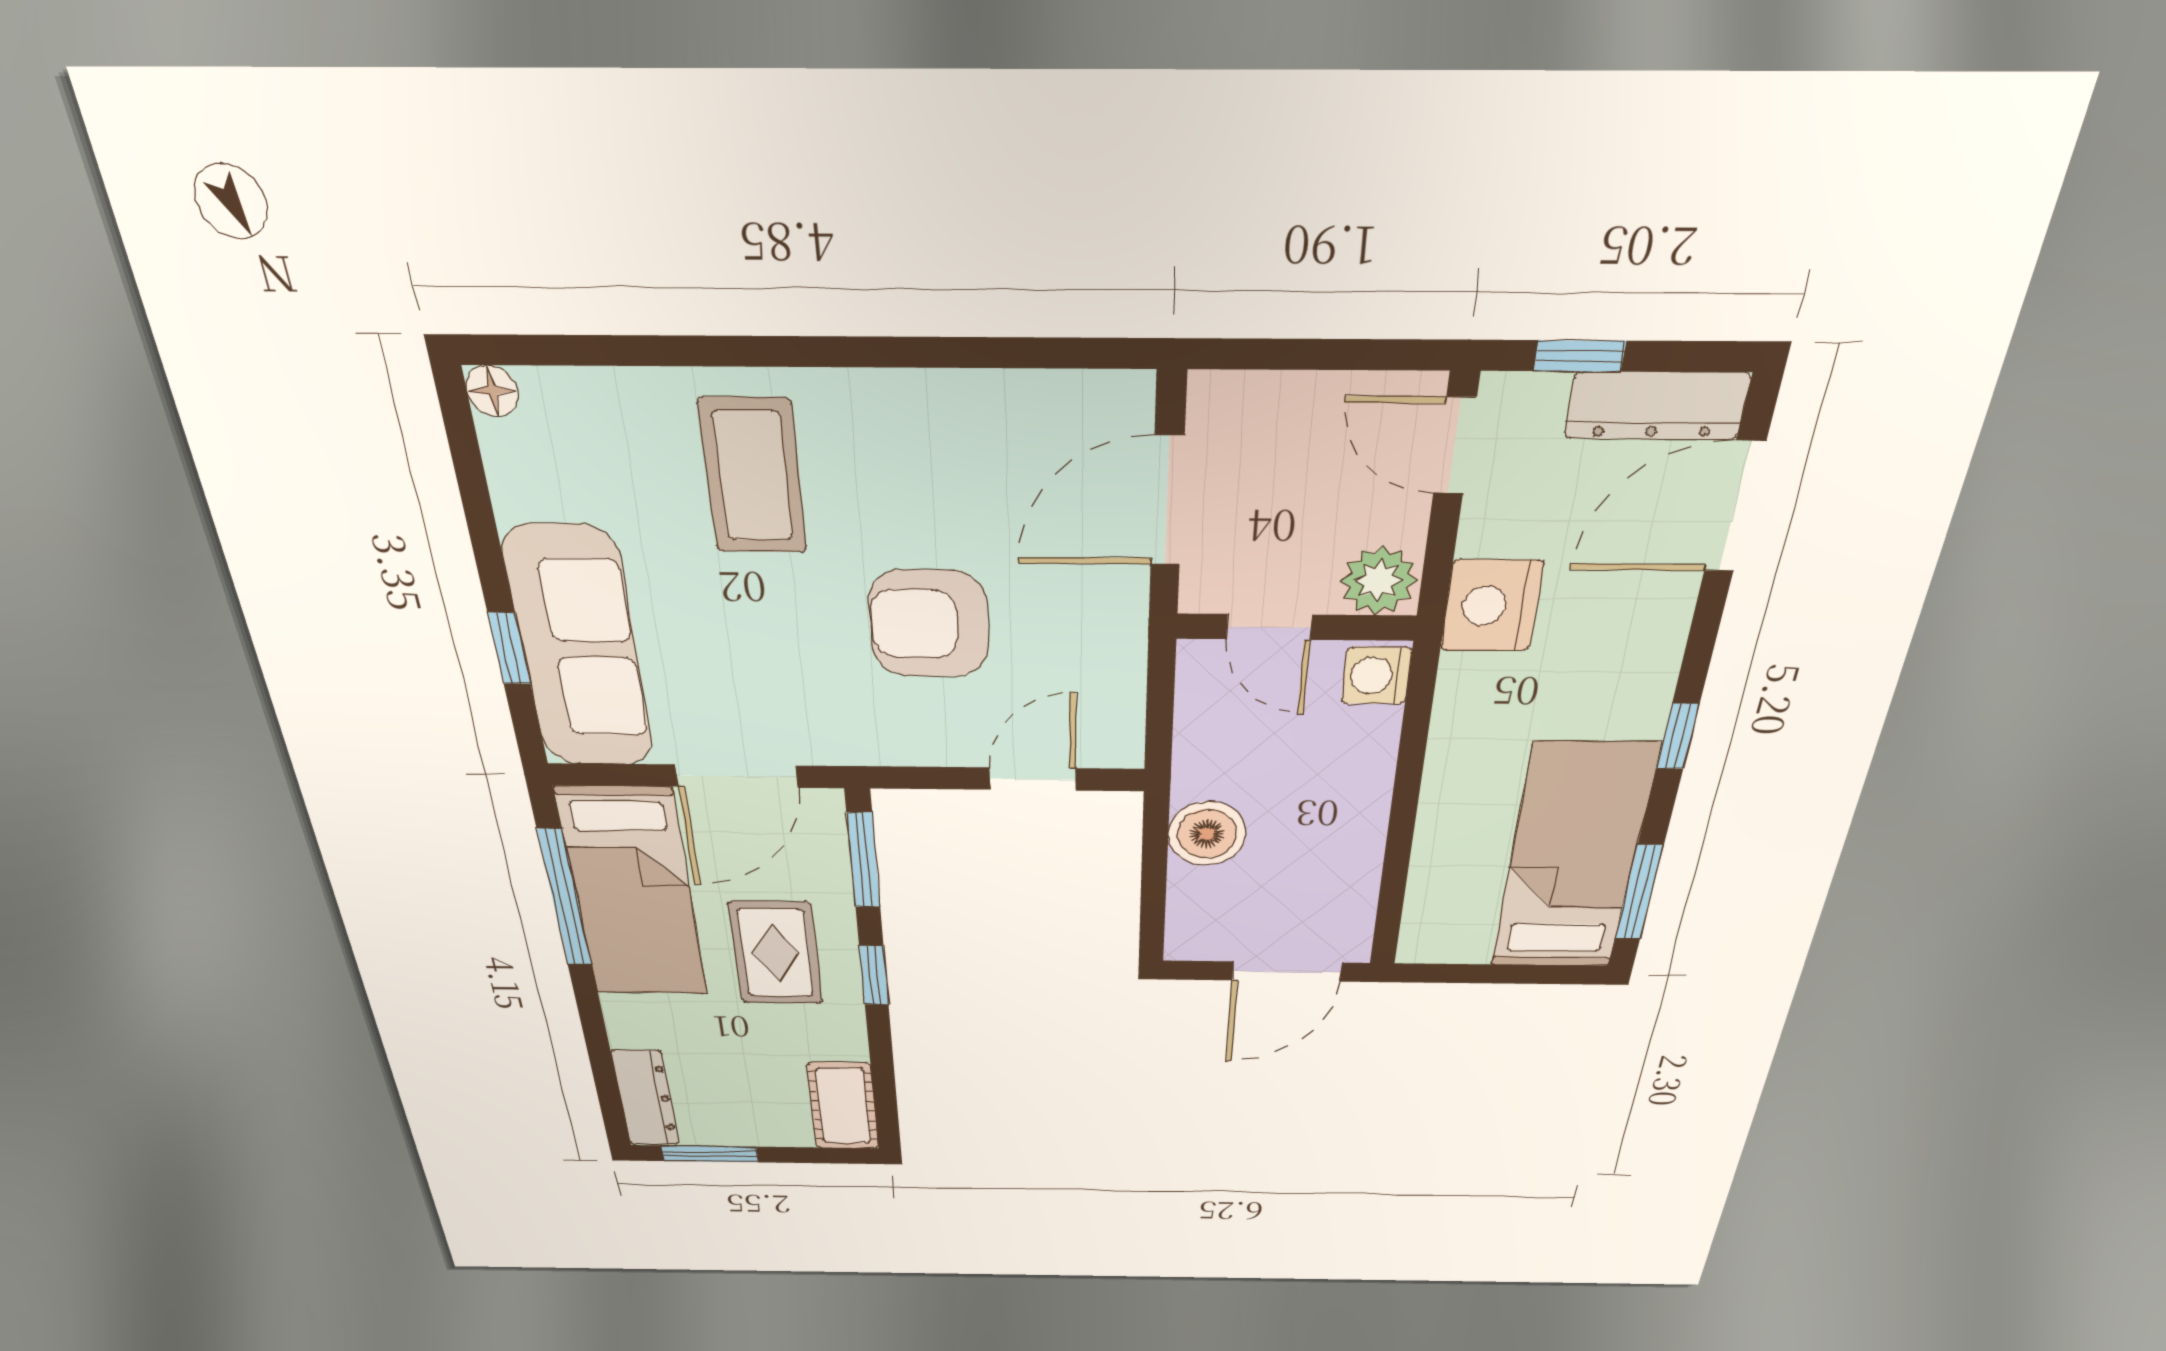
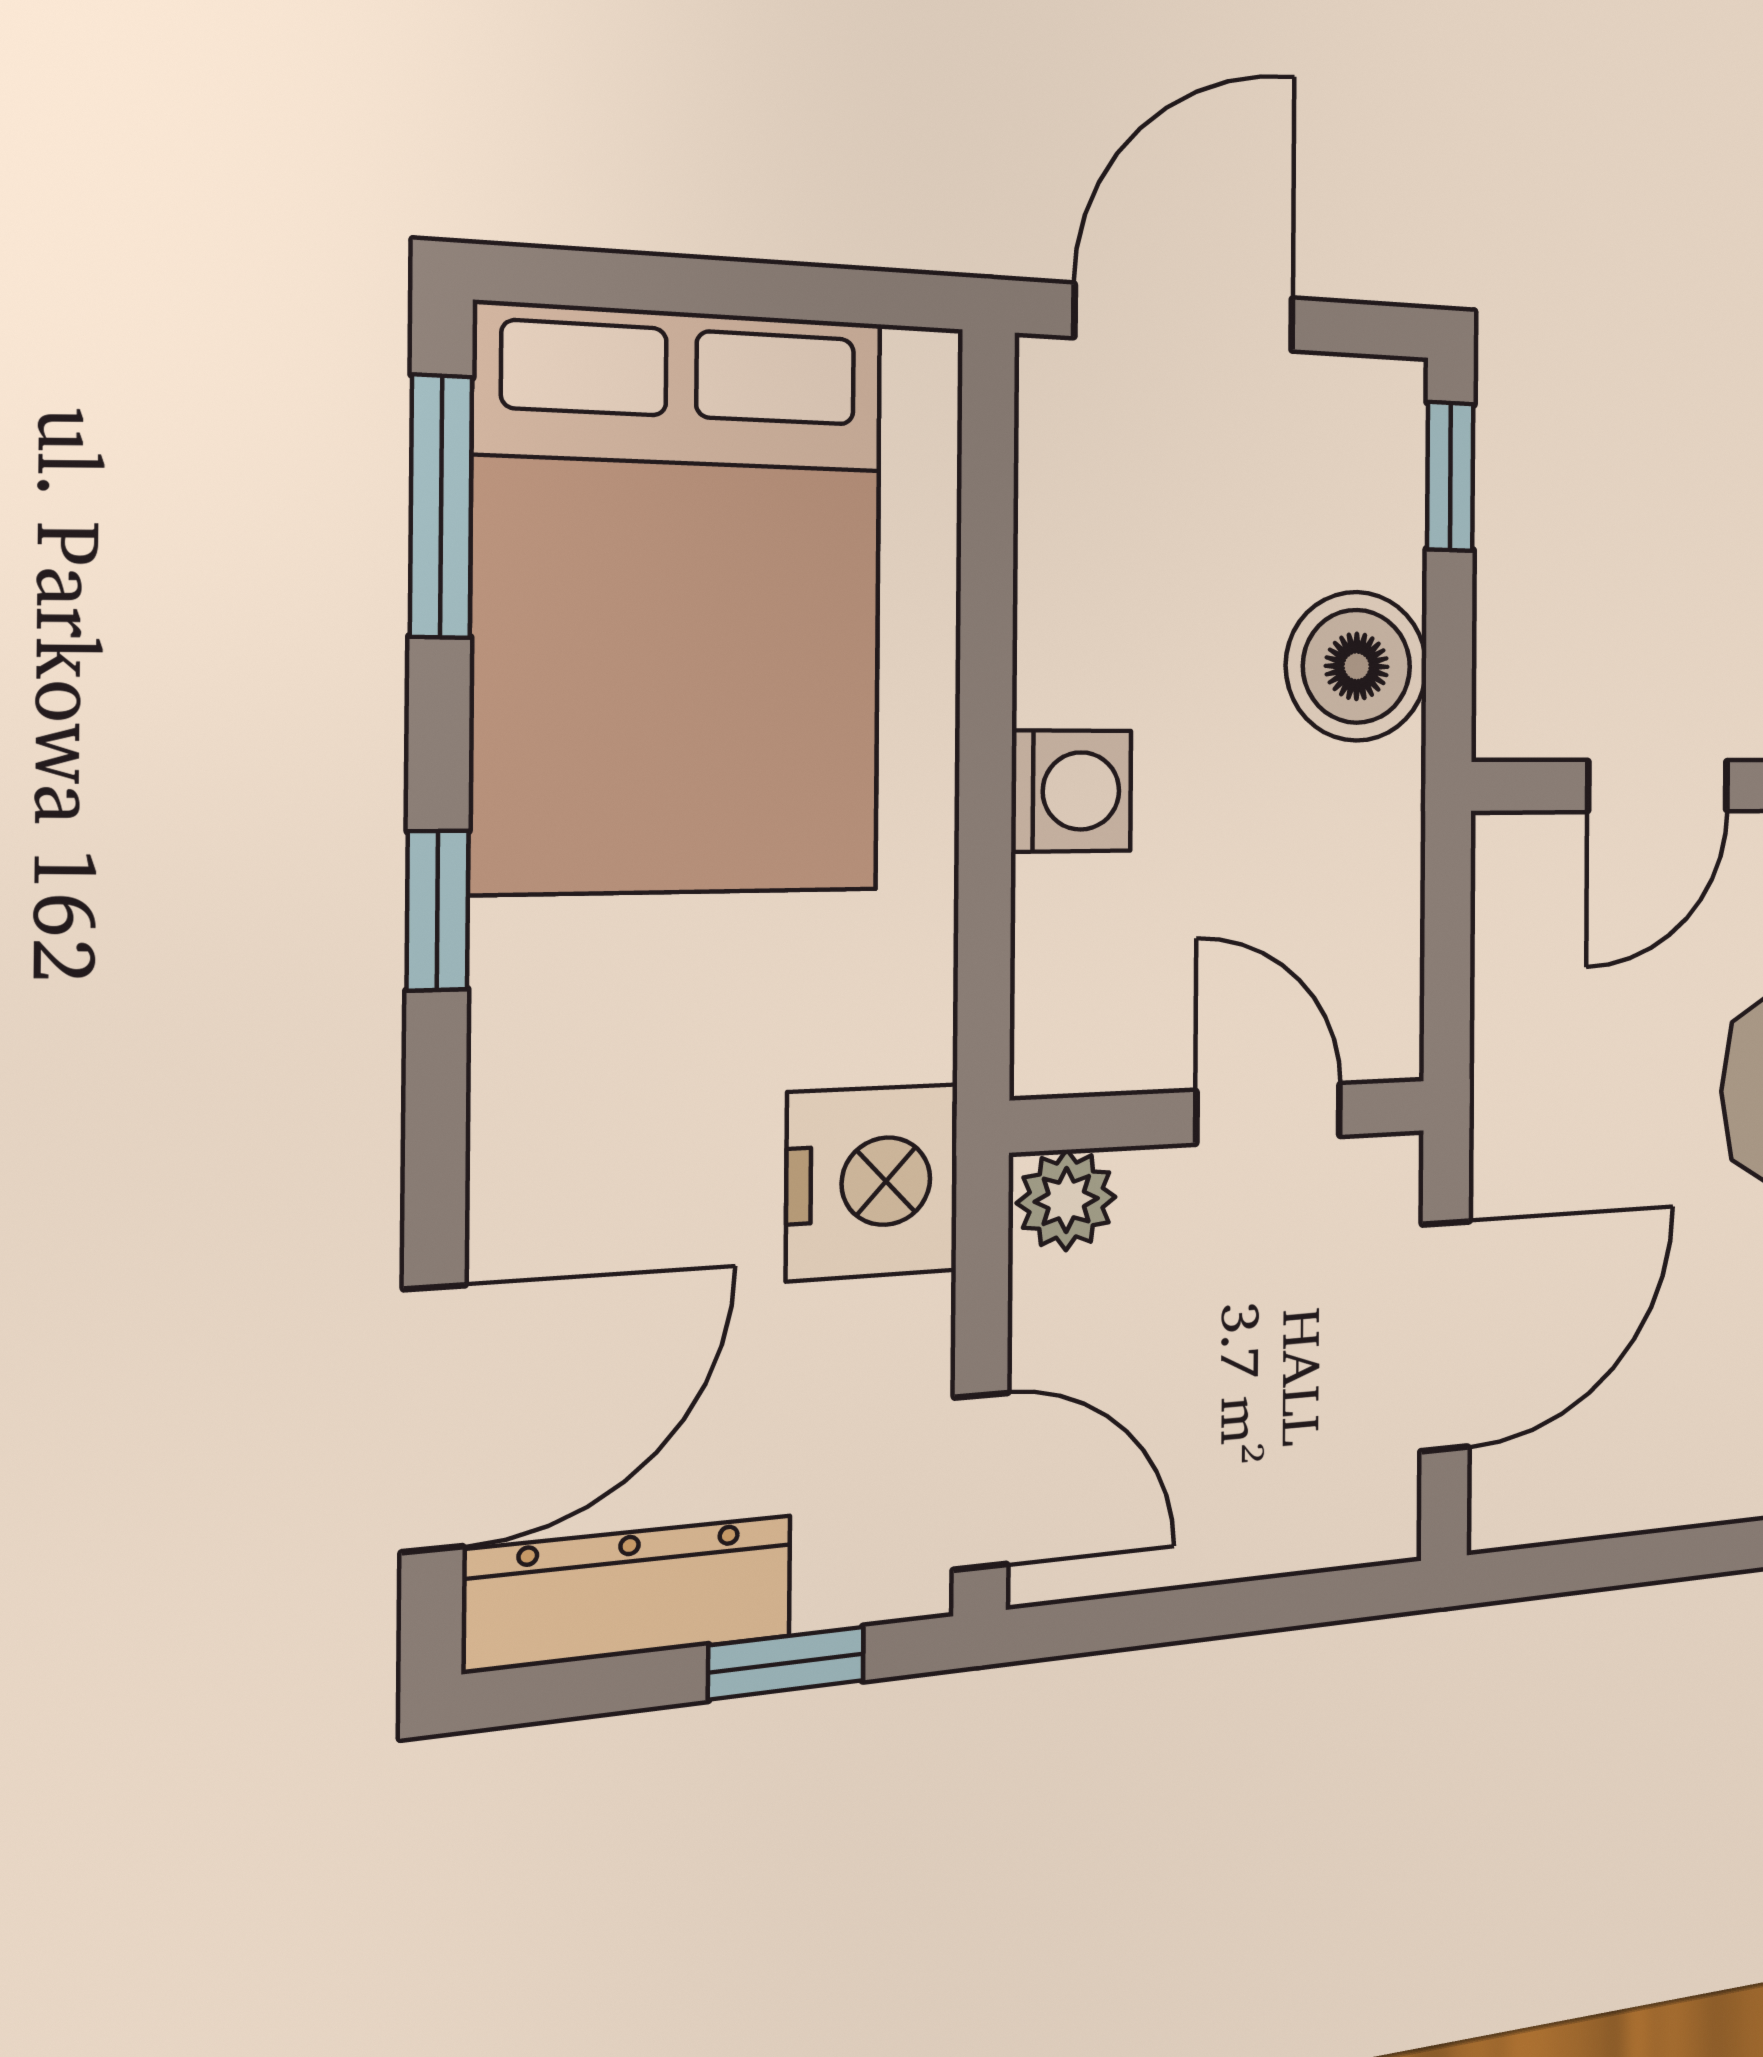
plant: (1379, 581) -> (1066, 1200), width x0.73, depth x0.73
washing machine: (1376, 675) -> (1071, 791), moved
bed: (1573, 859) -> (679, 602), width x1.50
window: (1153, 914) -> (1450, 477), added

